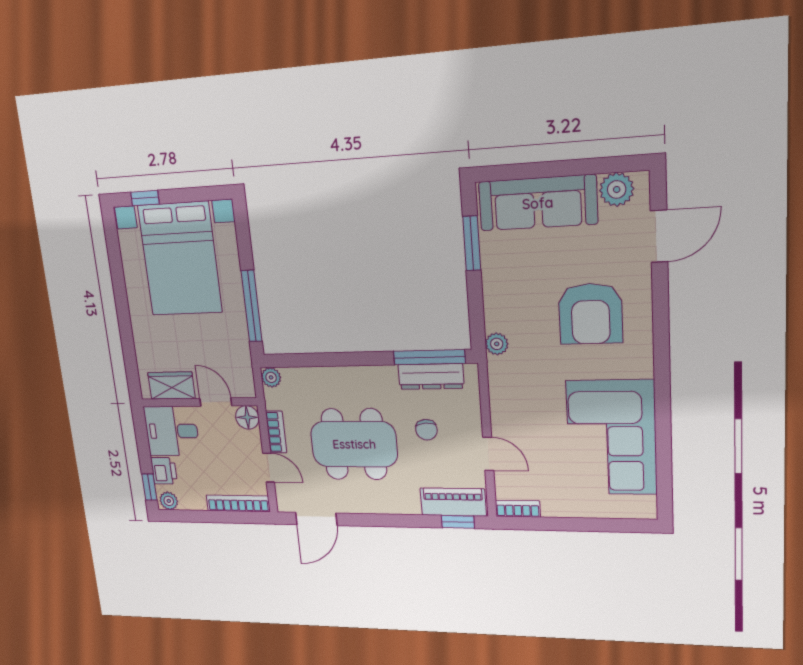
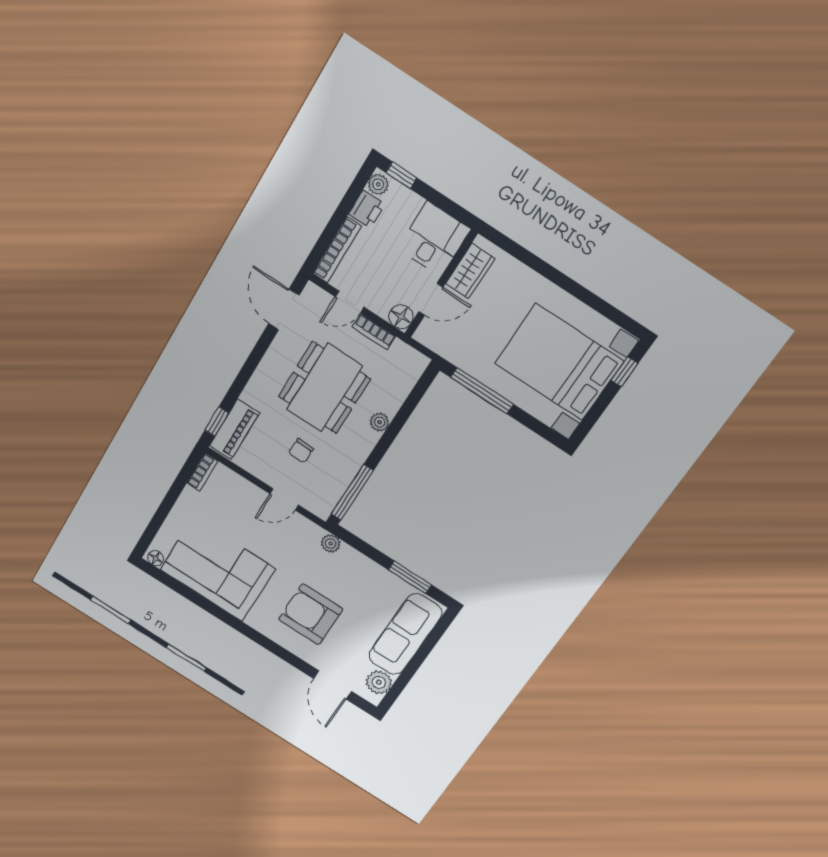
dresser: (431, 376) -> (338, 483), removed
plant: (271, 377) -> (380, 422), moved
chair: (426, 430) -> (301, 451), turned -83
door: (488, 454) -> (284, 499), moved
printer: (164, 471) -> (367, 209), moved, turned -90
floor lamp: (647, 506) -> (156, 558), added

